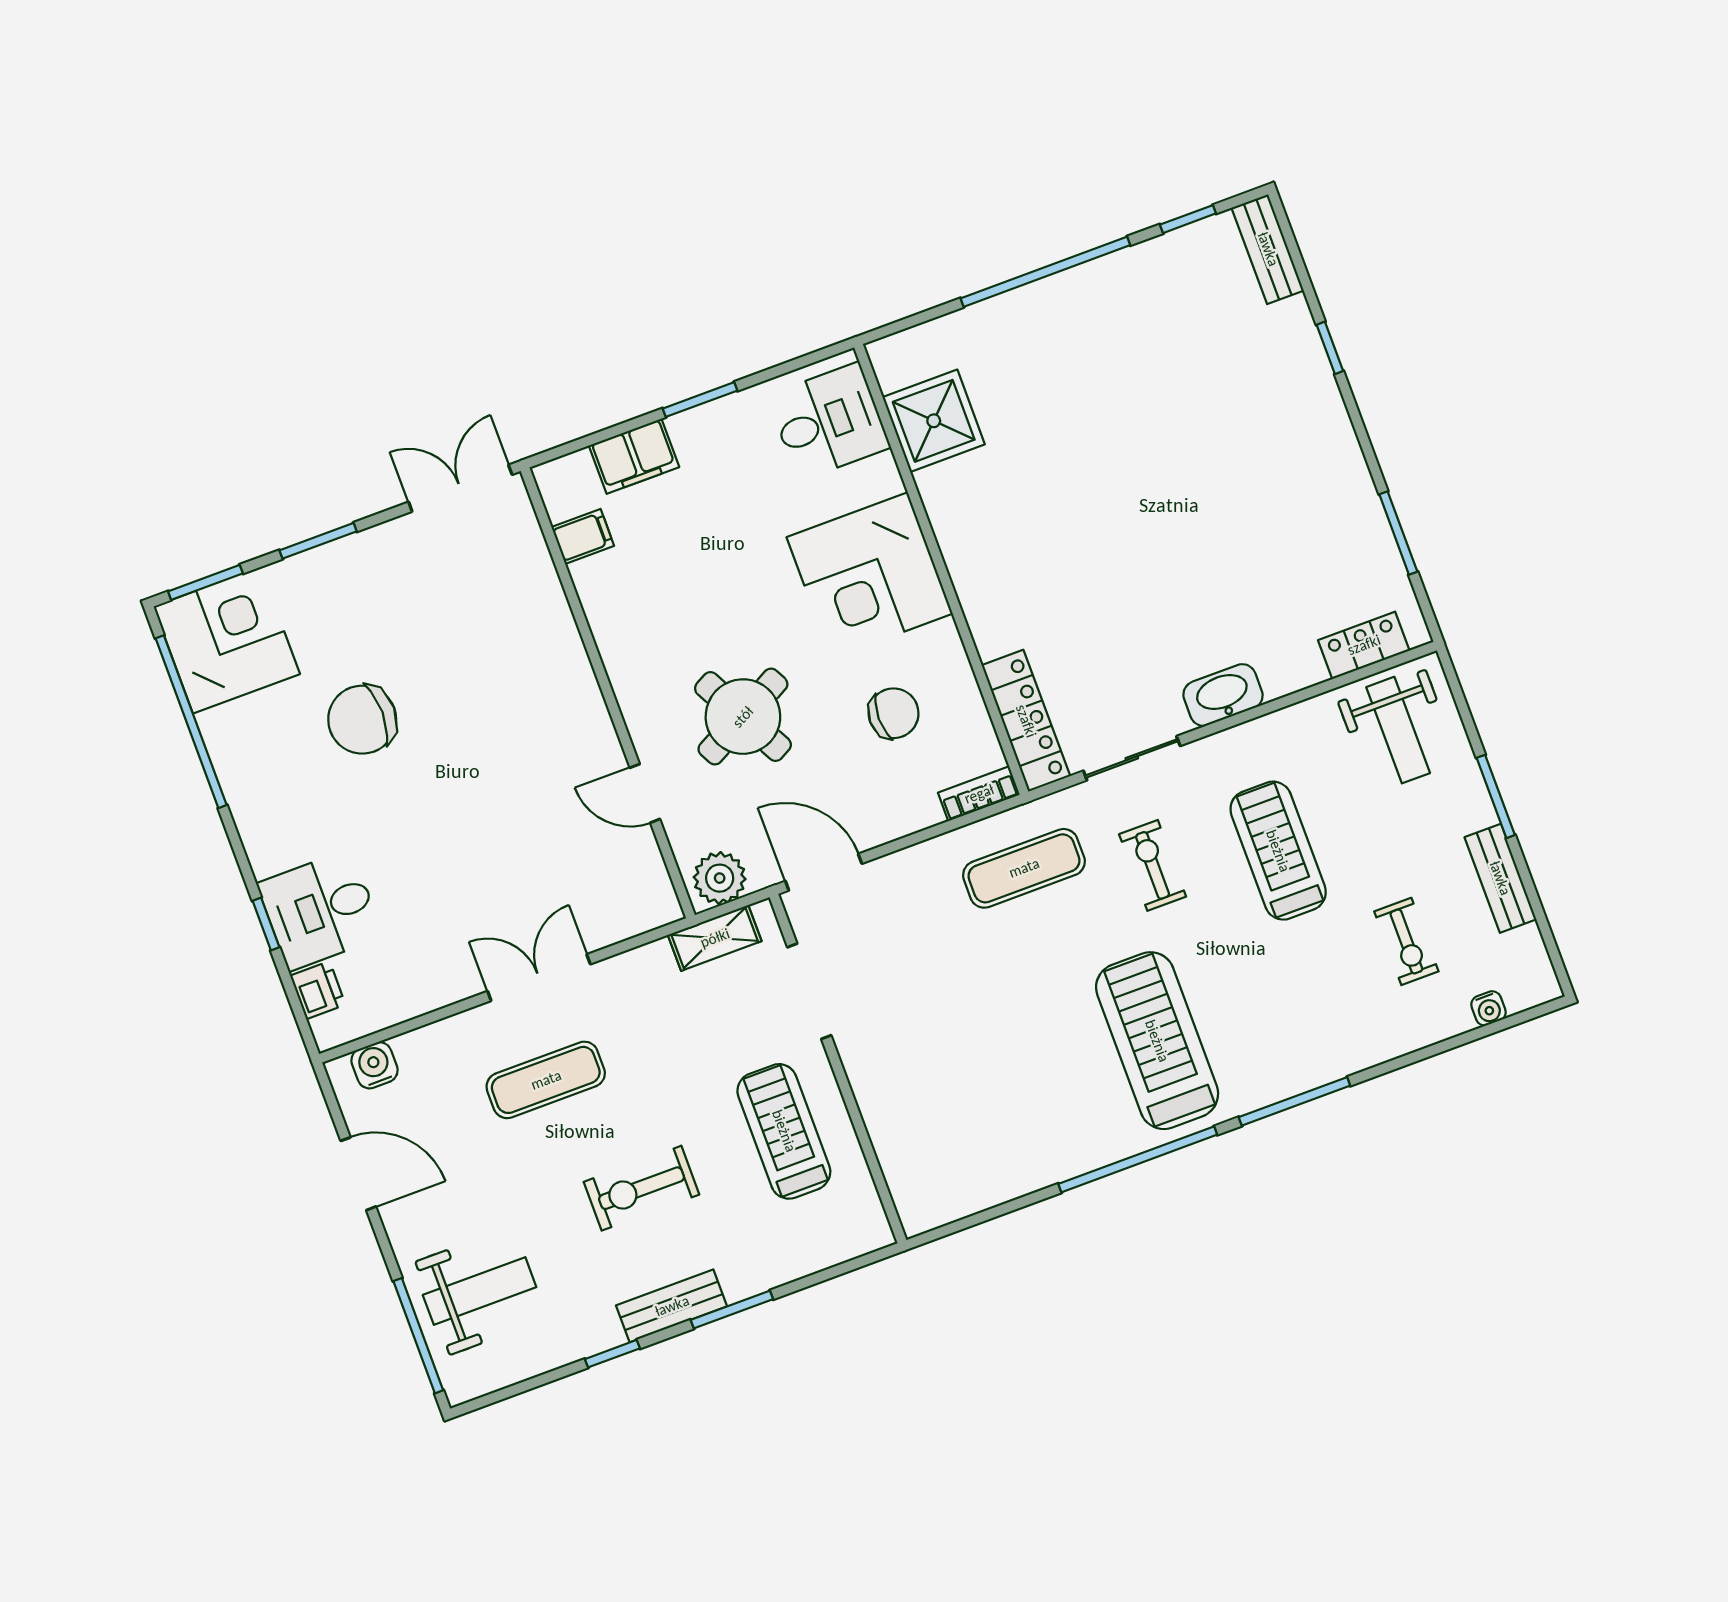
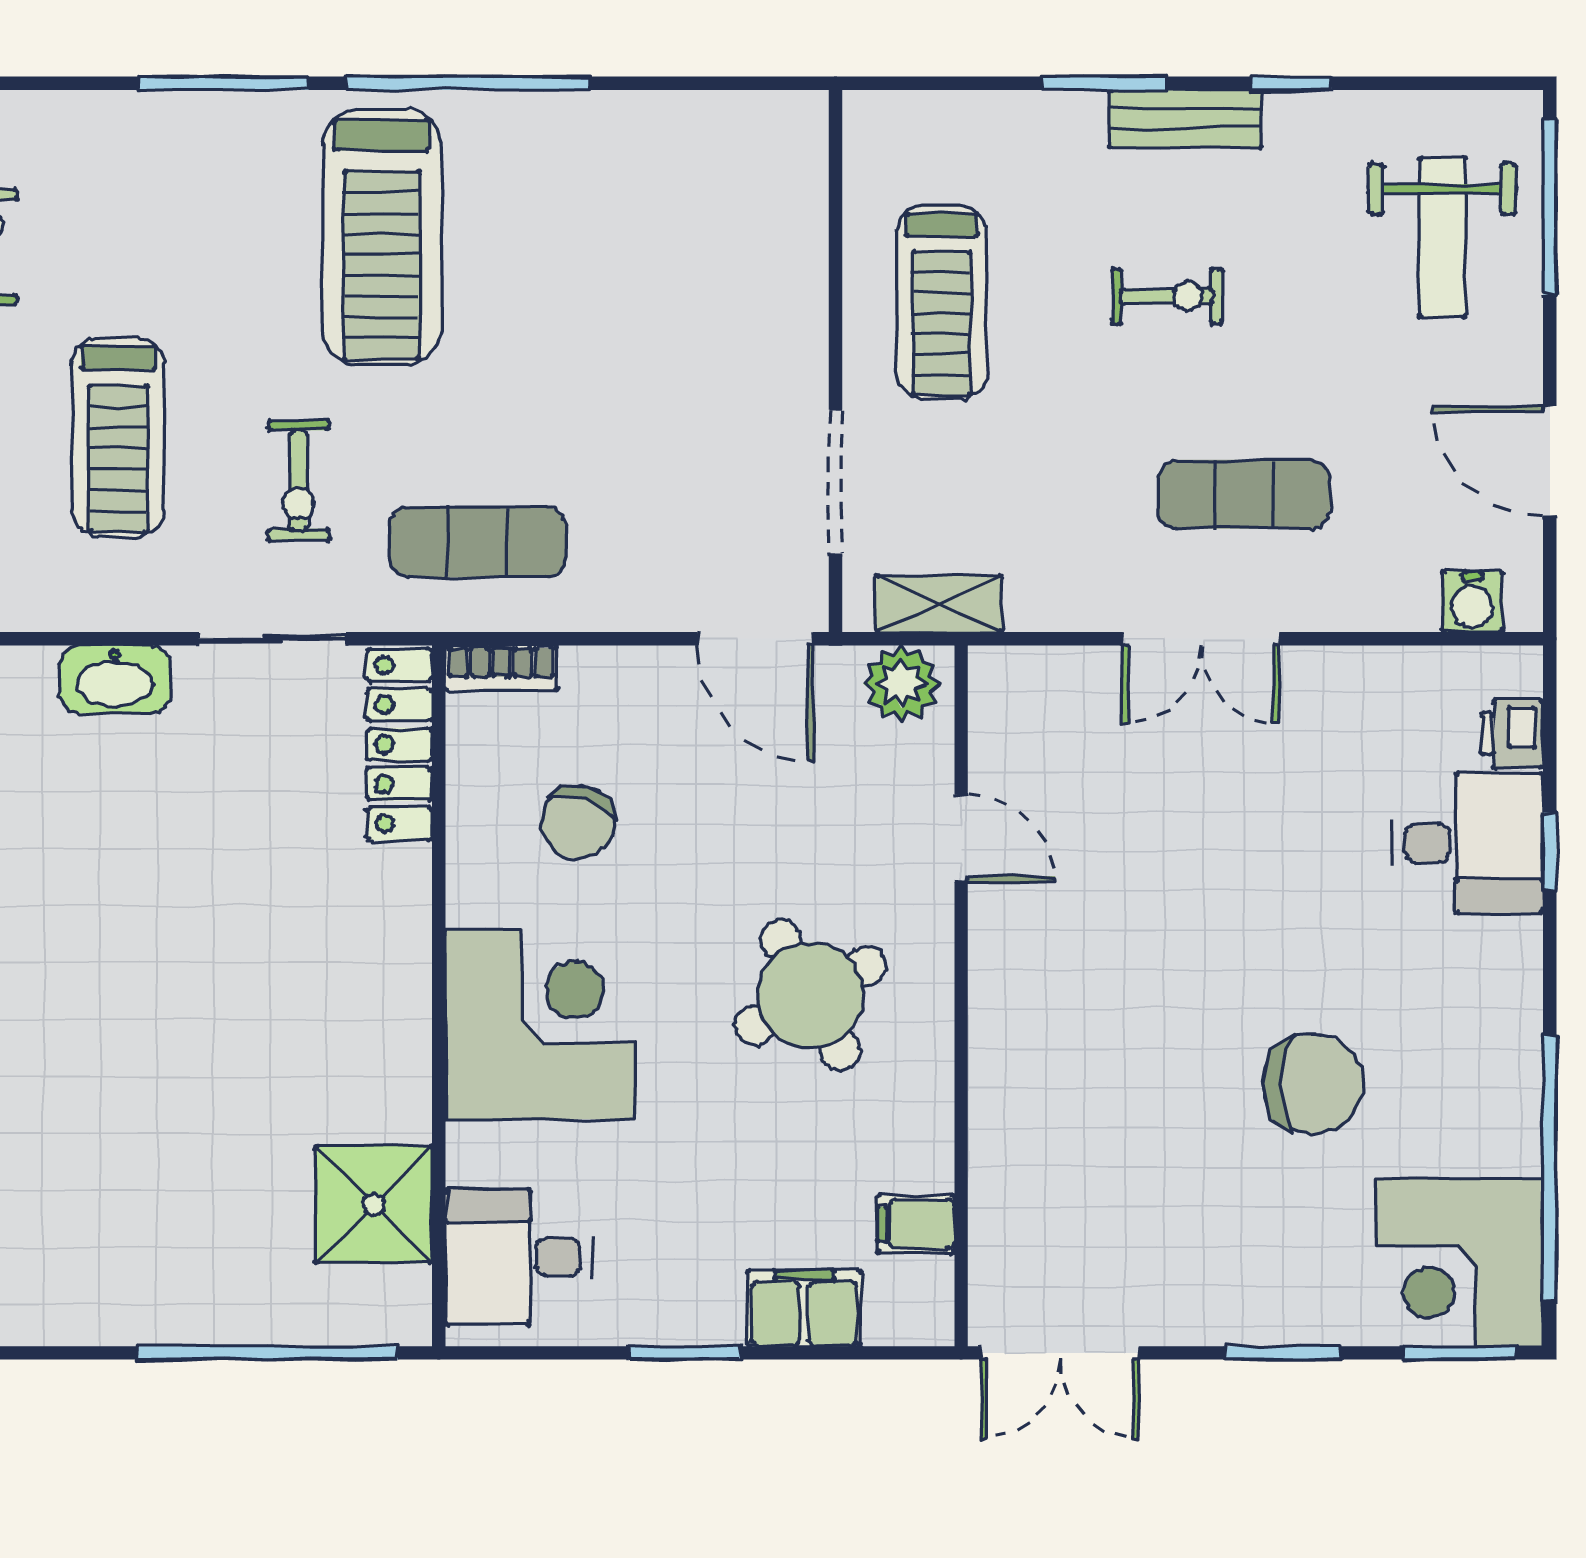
window: (1045, 272) -> (267, 1353), moved
chair: (894, 713) -> (578, 822), turned -75
round table: (743, 717) -> (811, 995), moved
exercise bike: (641, 1188) -> (1167, 296), width x0.73, depth x0.72
weight bench: (480, 1291) -> (1442, 237), turned -90

